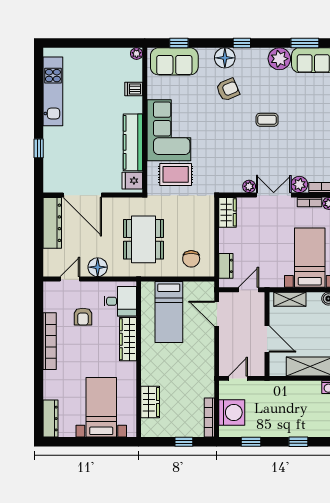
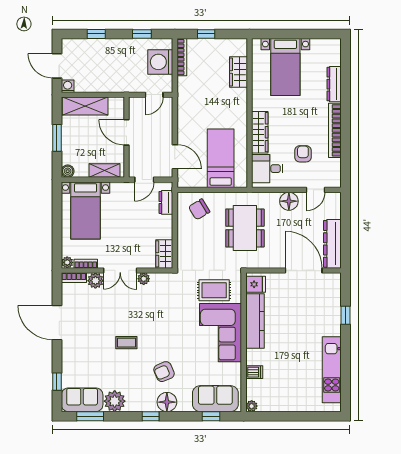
chair: (191, 259) -> (199, 209), turned -121
dresser: (50, 419) -> (334, 84), moved

